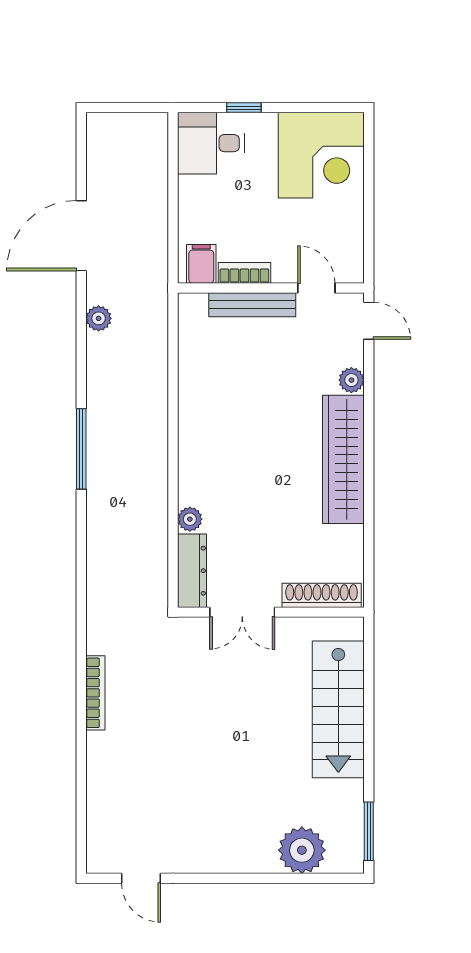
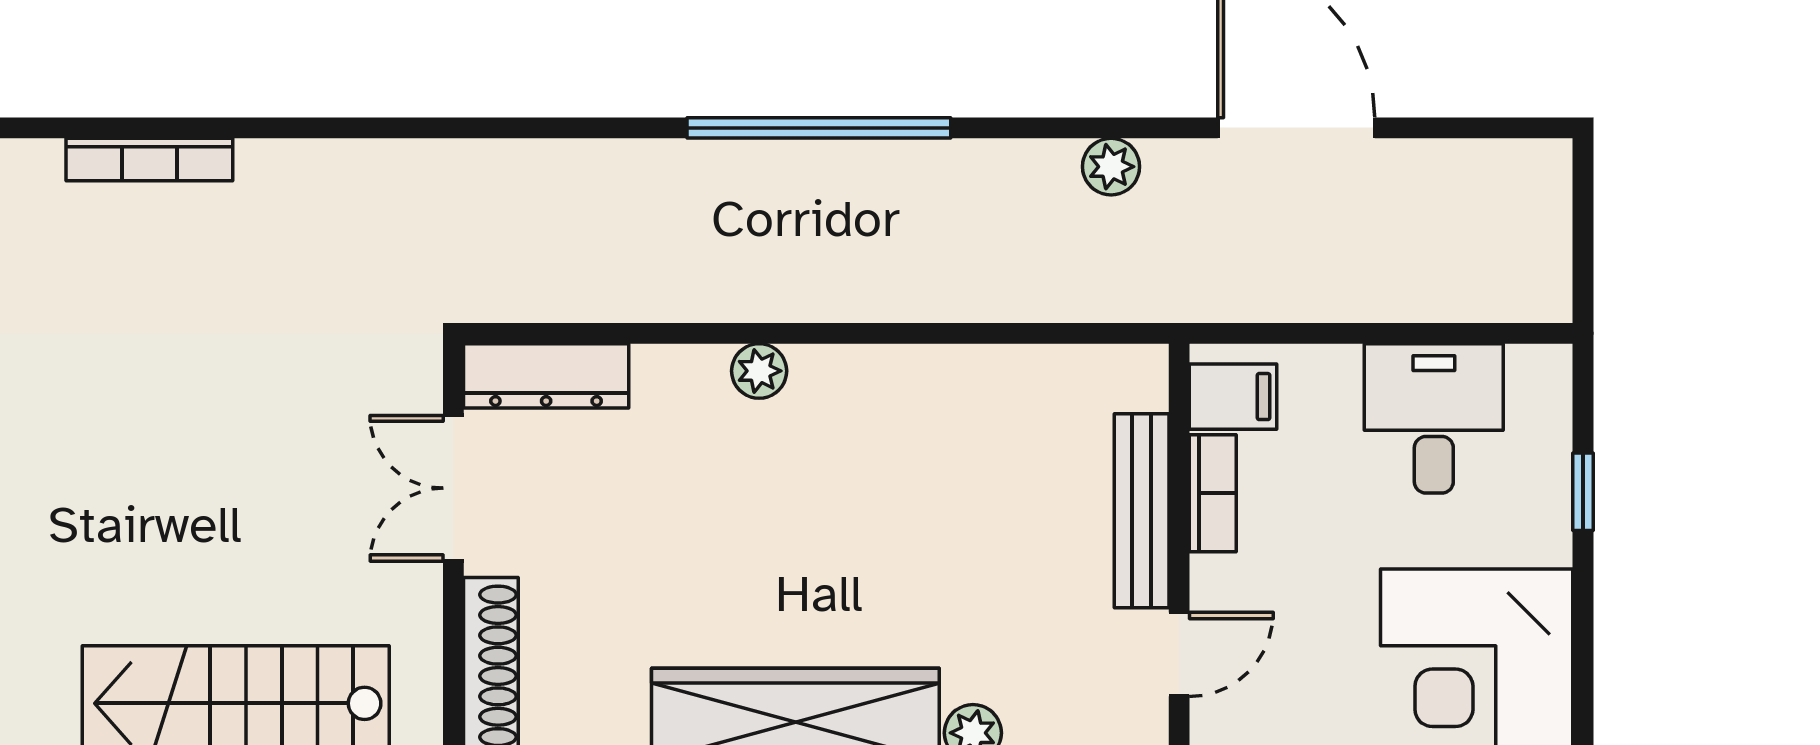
desk: (211, 143) -> (1434, 418), moved
window: (81, 449) -> (819, 128), width x1.46
plant: (190, 519) -> (759, 371), moved
bookcase: (95, 693) -> (149, 159), moved

